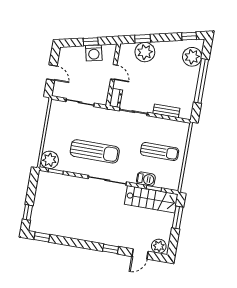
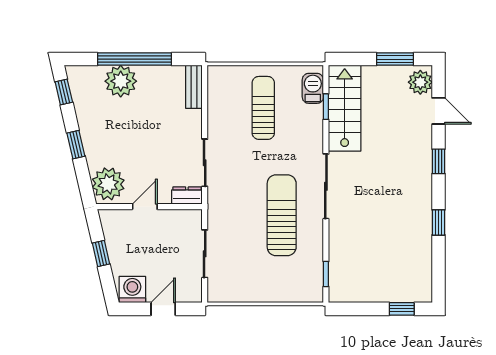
window: (143, 39) -> (76, 145), moved
plant: (145, 52) -> (108, 184), moved
washing machine: (94, 53) -> (132, 289), moved, turned -77
plant: (192, 57) -> (121, 81), moved
bench: (166, 111) -> (194, 87), moved
plant: (49, 160) -> (309, 288), removed
barbecue: (146, 179) -> (313, 88), moved
window: (178, 218) -> (395, 59), moved
window: (42, 237) -> (439, 222), moved

